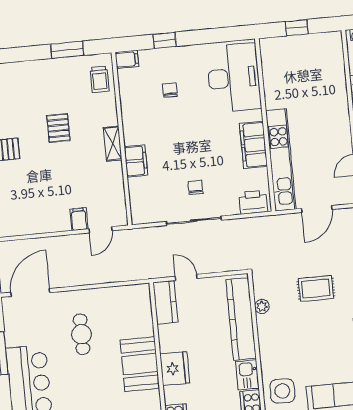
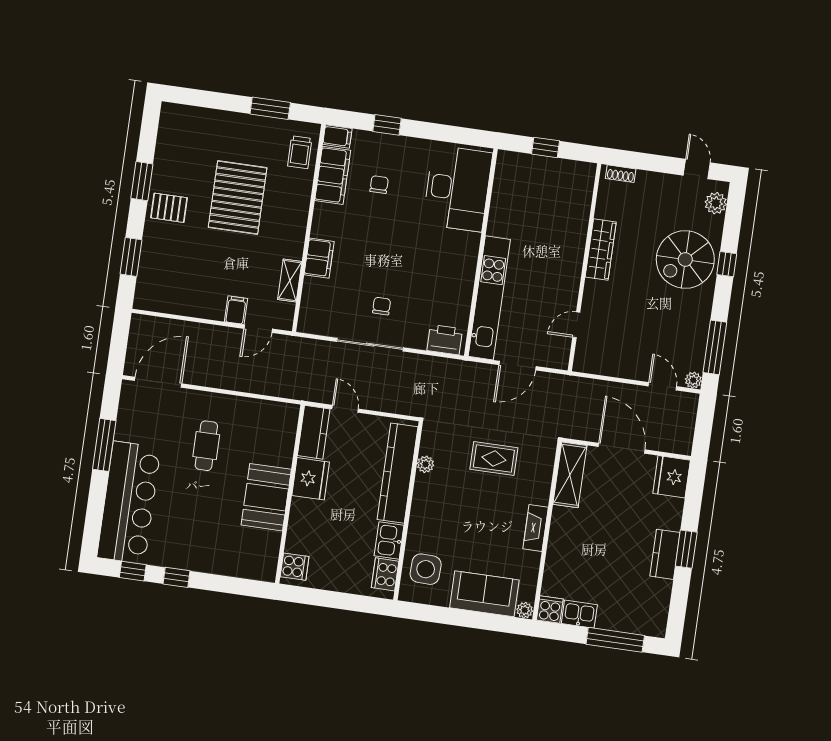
pallet: (58, 128) -> (238, 197), width x2.05, depth x2.00
shelving: (113, 144) -> (290, 281), moved
filing cabinet: (253, 145) -> (333, 175), moved, turned 180
fridge: (175, 368) -> (311, 479), moved

